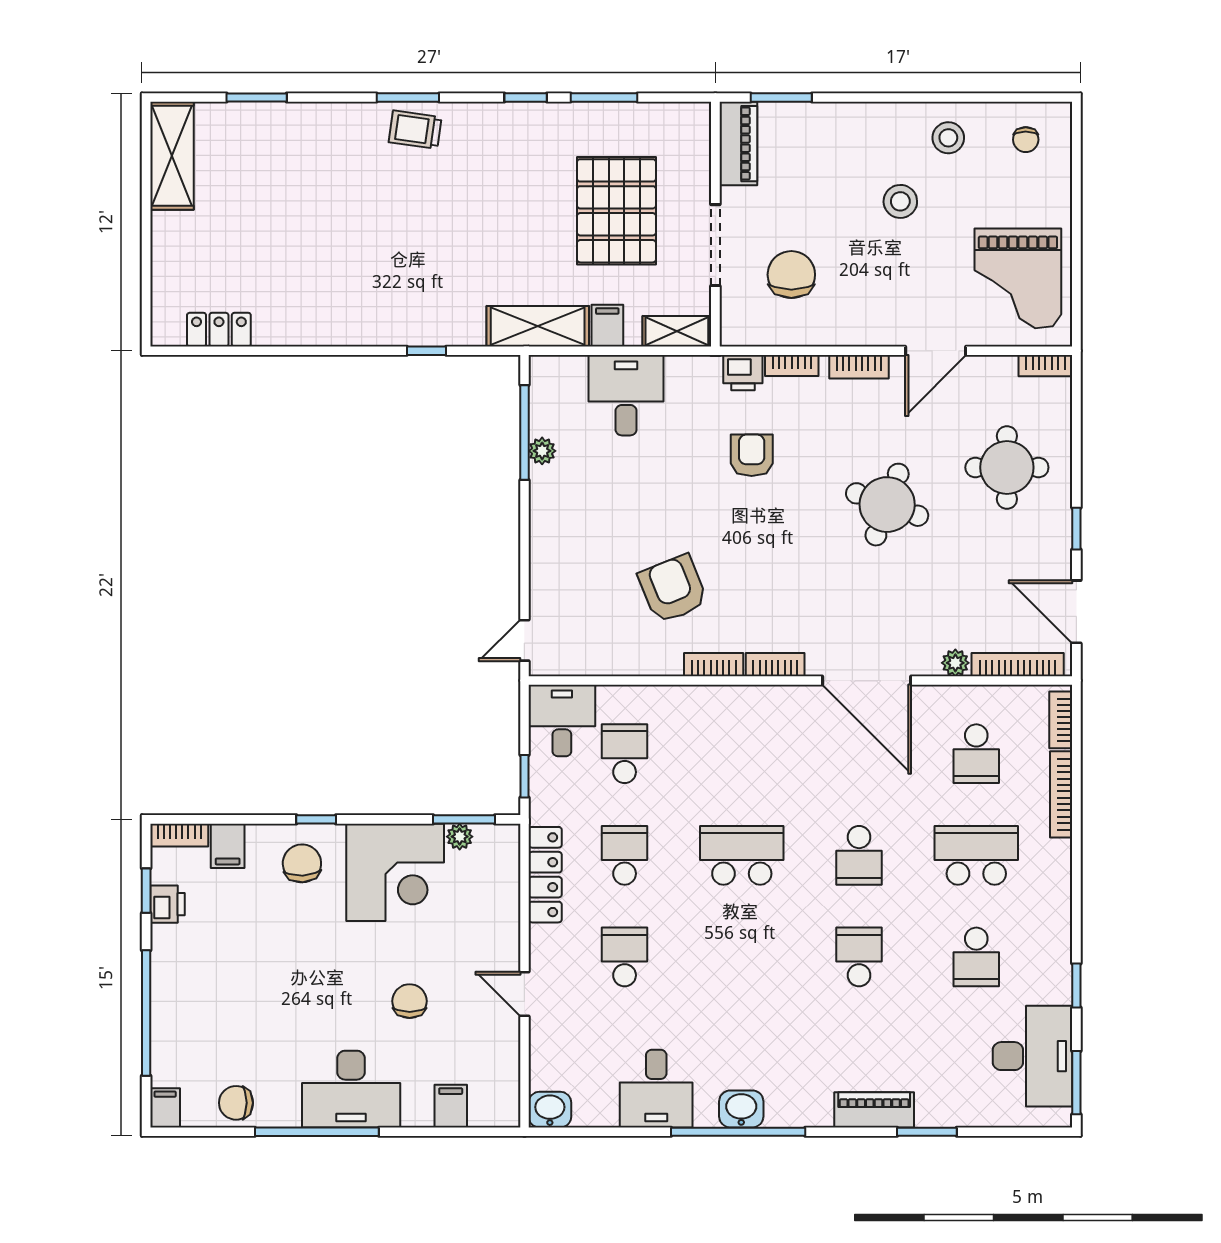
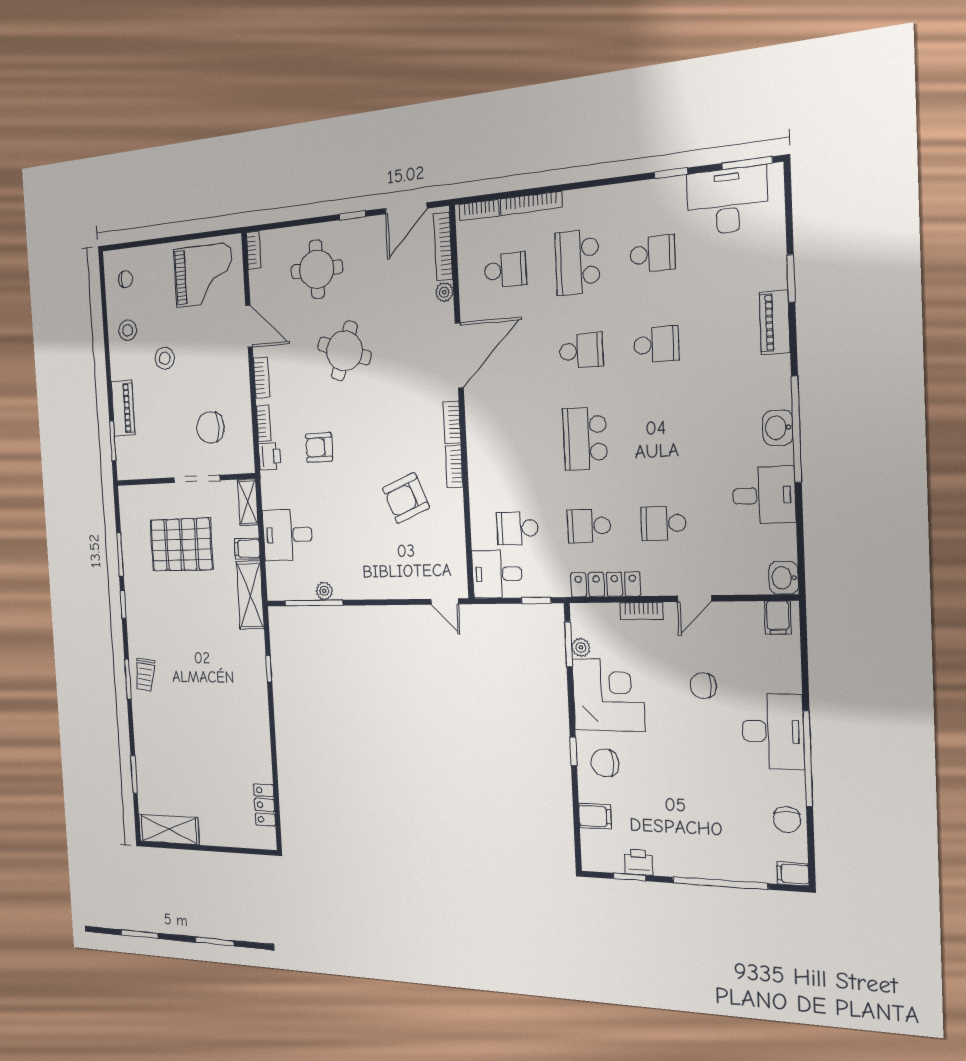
piano: (738, 144) -> (123, 408), moved, turned 90
bookcase: (179, 835) -> (641, 611), moved, turned 90
school desk: (859, 957) -> (656, 344), turned 180
filing cabinet: (451, 1106) -> (778, 618), moved, turned -90

